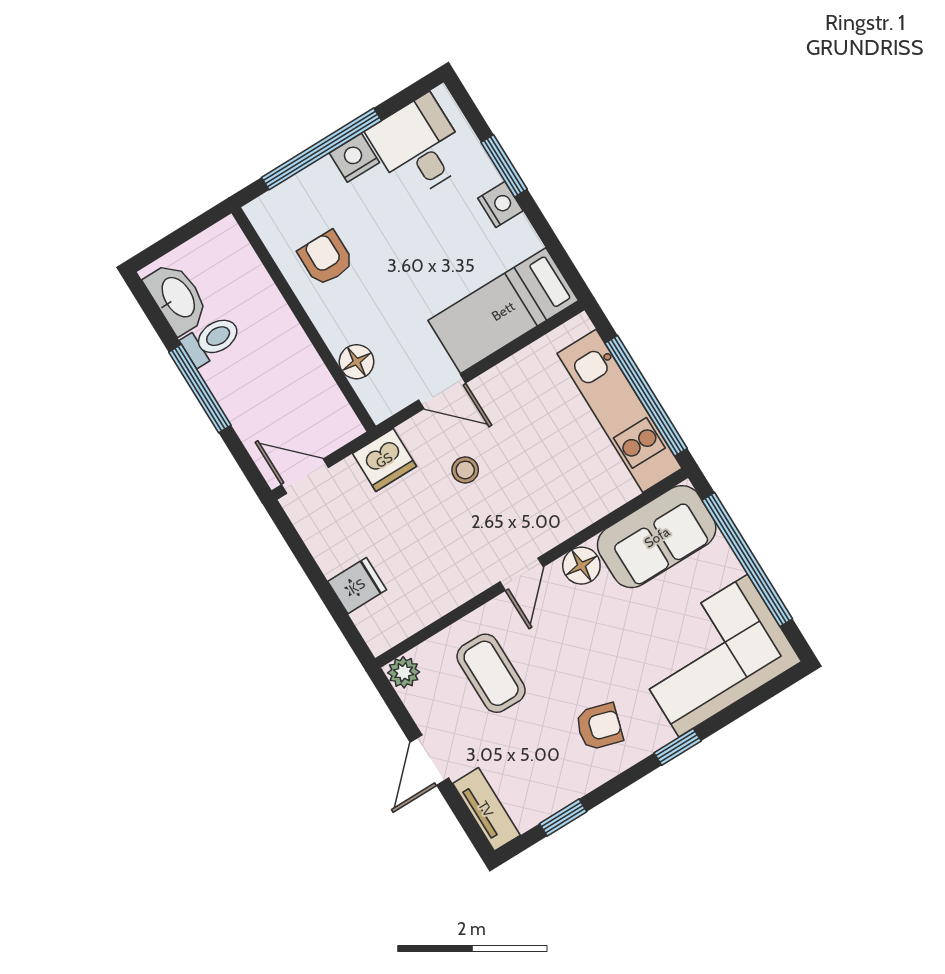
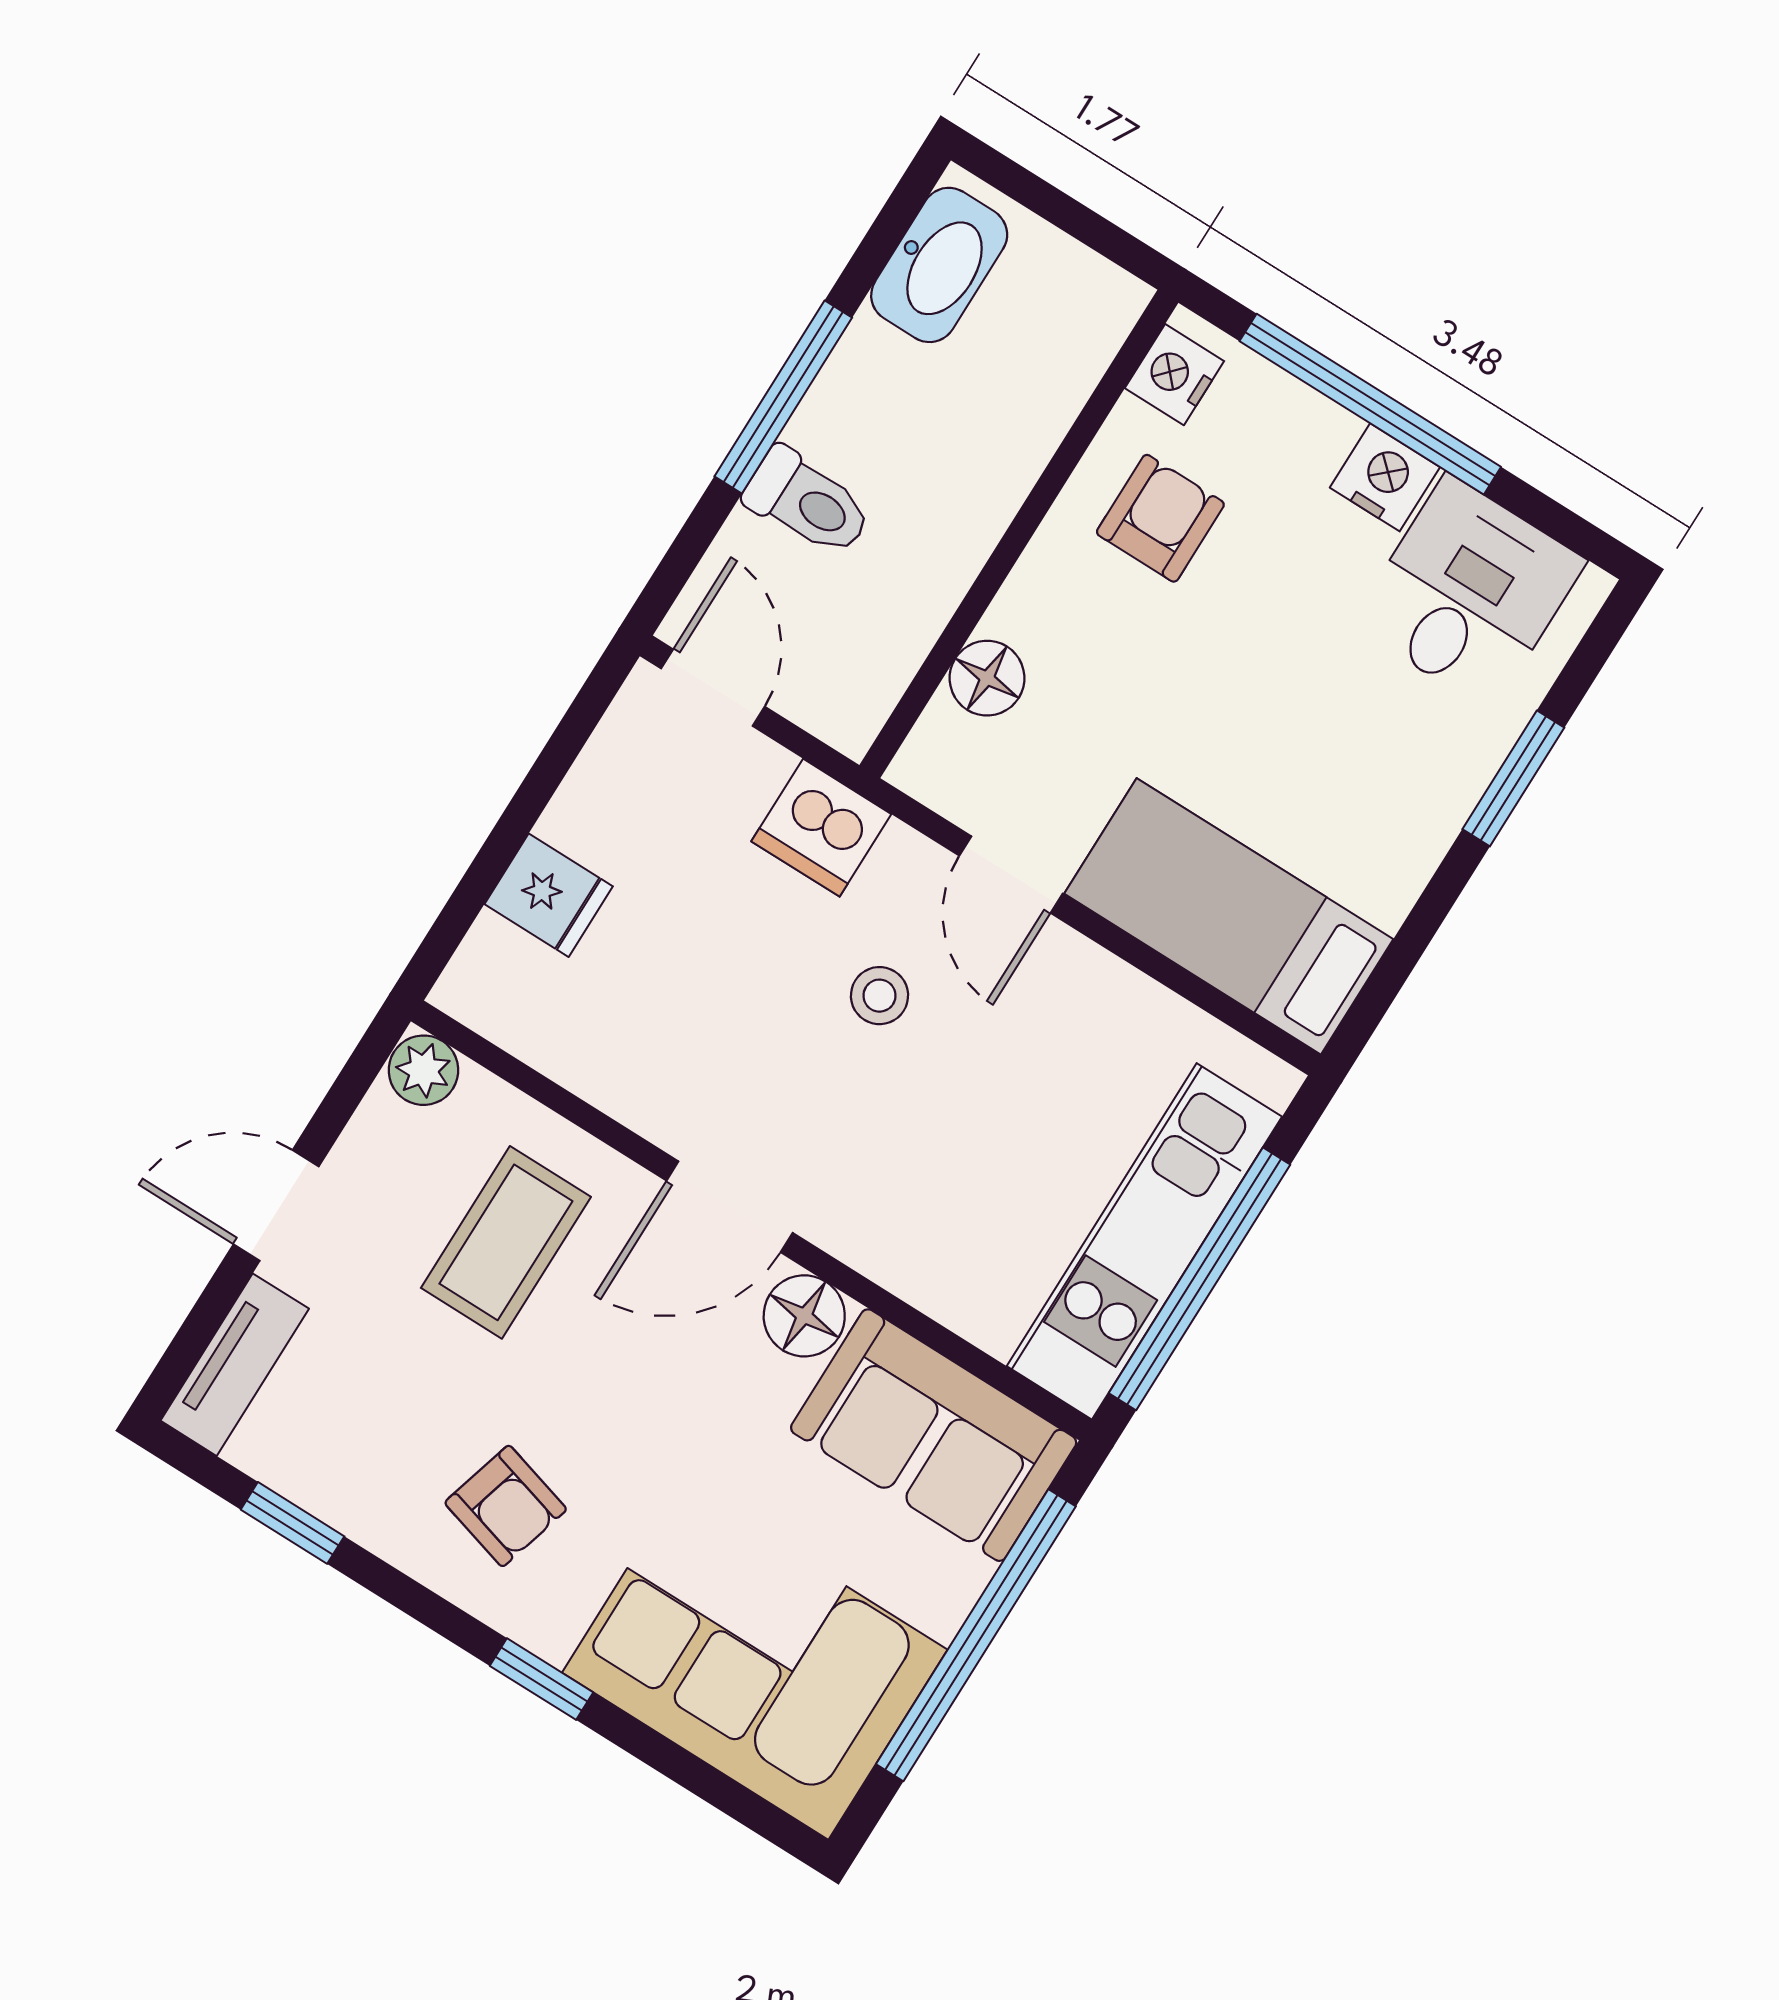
nightstand: (500, 204) -> (1174, 375), moved, turned 180
toilet: (211, 340) -> (808, 502), moved
door: (522, 574) -> (730, 1207), width x1.38

